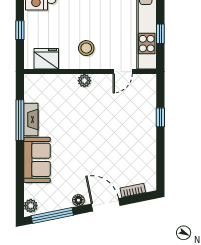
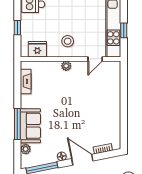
window: (160, 117) -> (124, 94), removed
window: (20, 120) -> (17, 124), moved
fireplace: (31, 120) -> (26, 81), moved
plant: (31, 206) -> (26, 149), moved

